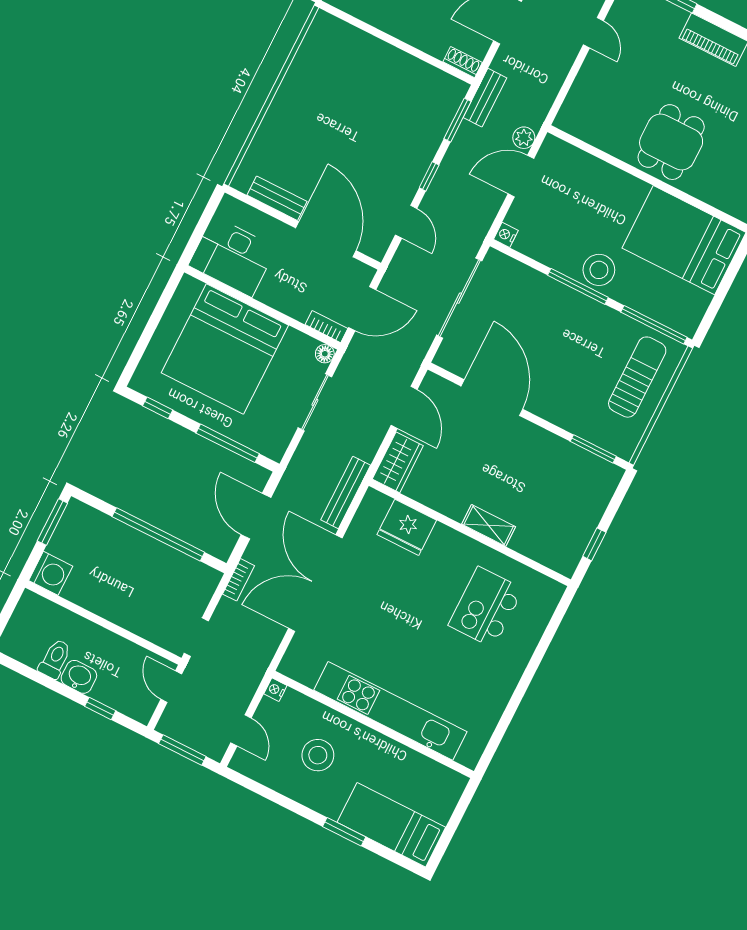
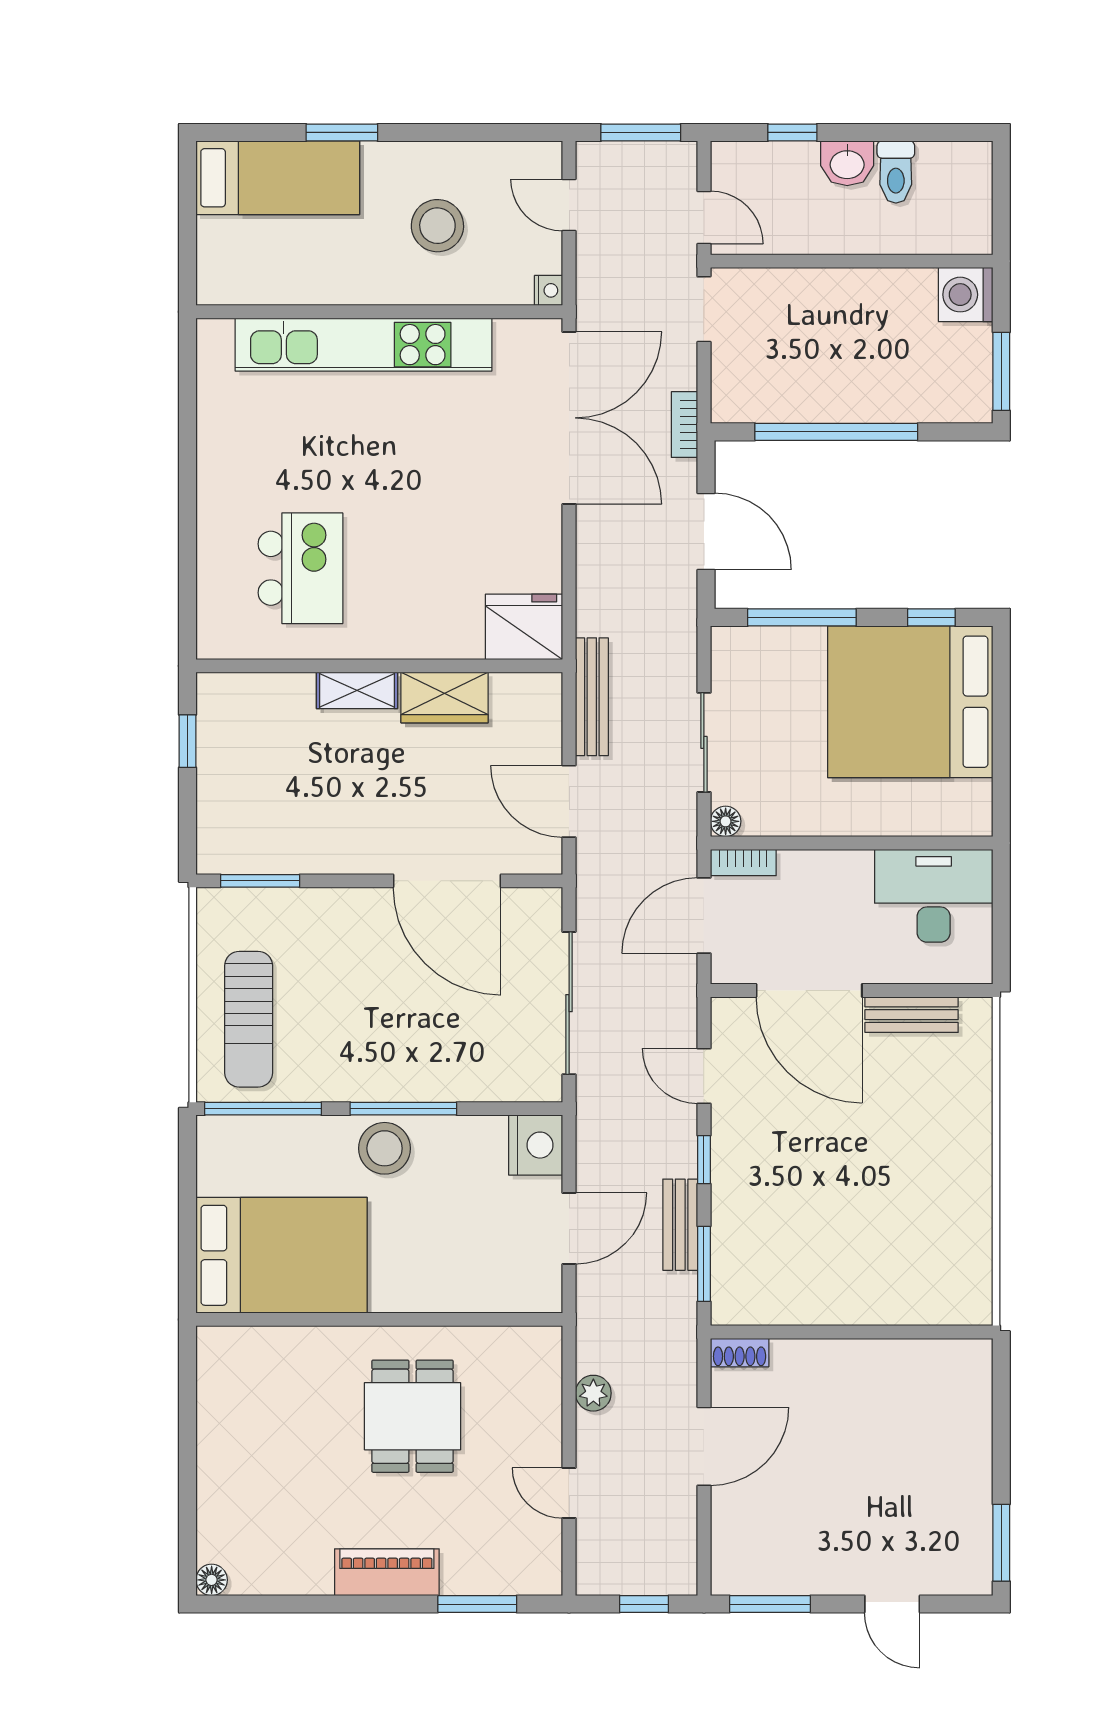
bench: (485, 98) -> (680, 1225), moved
plant: (524, 138) -> (593, 1393), moved
dining table: (671, 142) -> (412, 1416), moved
nightstand: (506, 235) -> (536, 1145), width x1.89, depth x1.79
bed: (225, 349) -> (910, 702), moved, turned -90
wardrobe: (398, 462) -> (445, 698), moved, turned -90
bench: (346, 492) -> (592, 697), moved
fridge: (407, 527) -> (524, 627), moved
double door: (315, 583) -> (569, 418), moved

